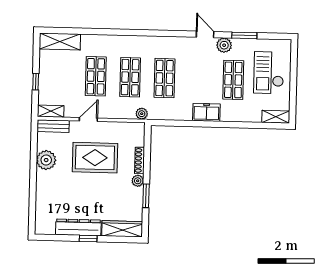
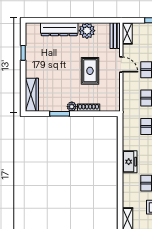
plant: (142, 114) -> (127, 108), removed
rug: (95, 158) -> (90, 71), width x0.73, depth x0.70
dresser: (78, 227) -> (59, 29), moved, turned 90
window: (88, 239) -> (23, 53), moved

